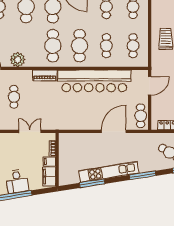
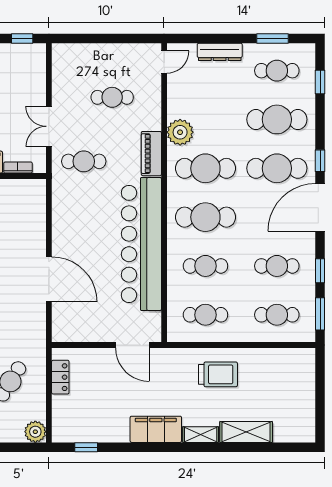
plant: (18, 60) -> (180, 132), moved
cafe table: (141, 116) -> (84, 161), moved
double door: (30, 131) -> (49, 126), swing flipped

